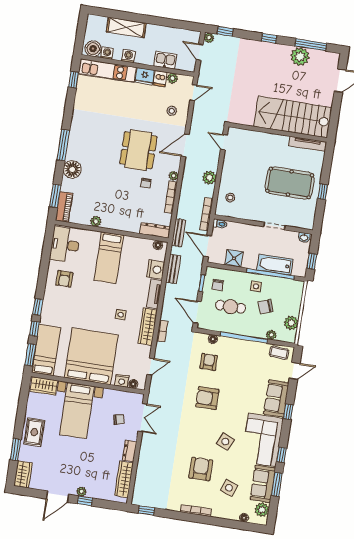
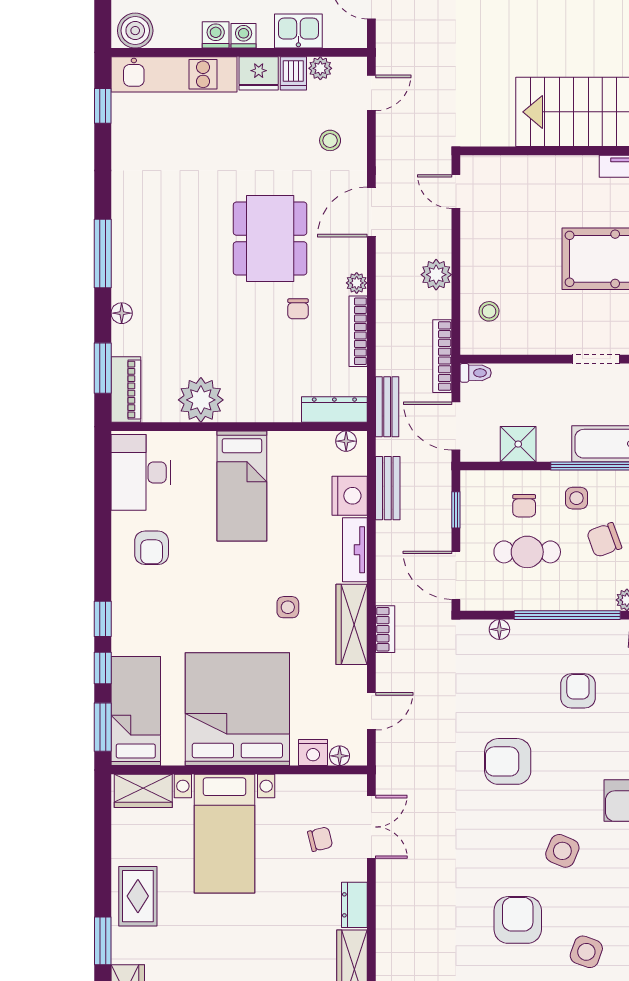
washing machine: (107, 53) -> (244, 36), moved
floor lamp: (72, 169) -> (122, 313), width x0.53, depth x0.53
plant: (96, 221) -> (201, 400), width x1.88, depth x1.88
chair: (218, 285) -> (524, 506), moved
armchair: (209, 362) -> (578, 691), moved

